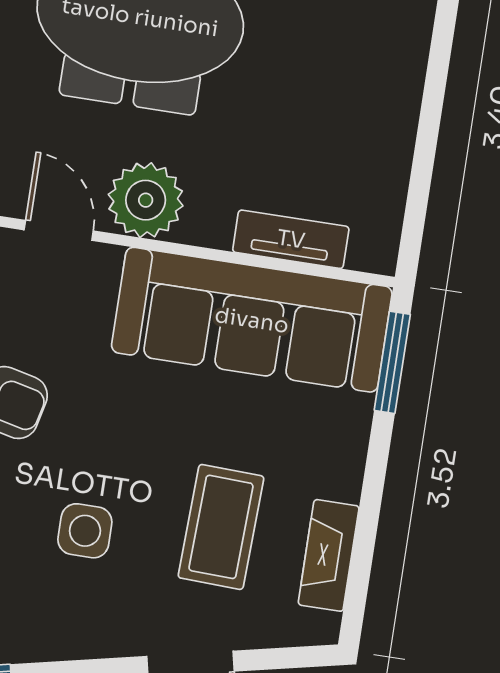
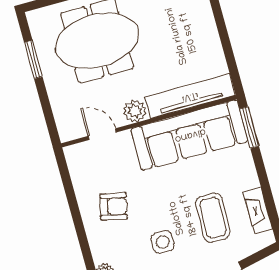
plant: (146, 200) -> (135, 111), width x0.73, depth x0.73
tv unit: (291, 239) -> (190, 96), width x1.92, depth x1.29

